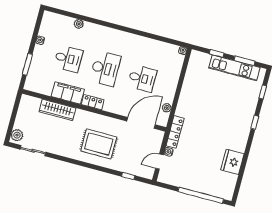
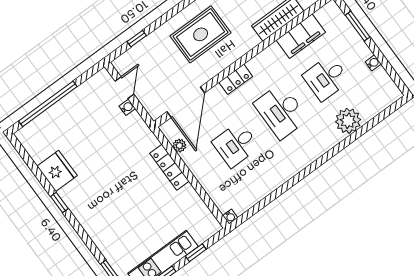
plant: (79, 24) -> (348, 121), width x1.87, depth x1.87
filing cabinet: (68, 93) -> (301, 36), moved
locker: (93, 102) -> (236, 79), moved
window: (255, 122) -> (59, 203), moved
locker: (175, 132) -> (169, 167), moved

